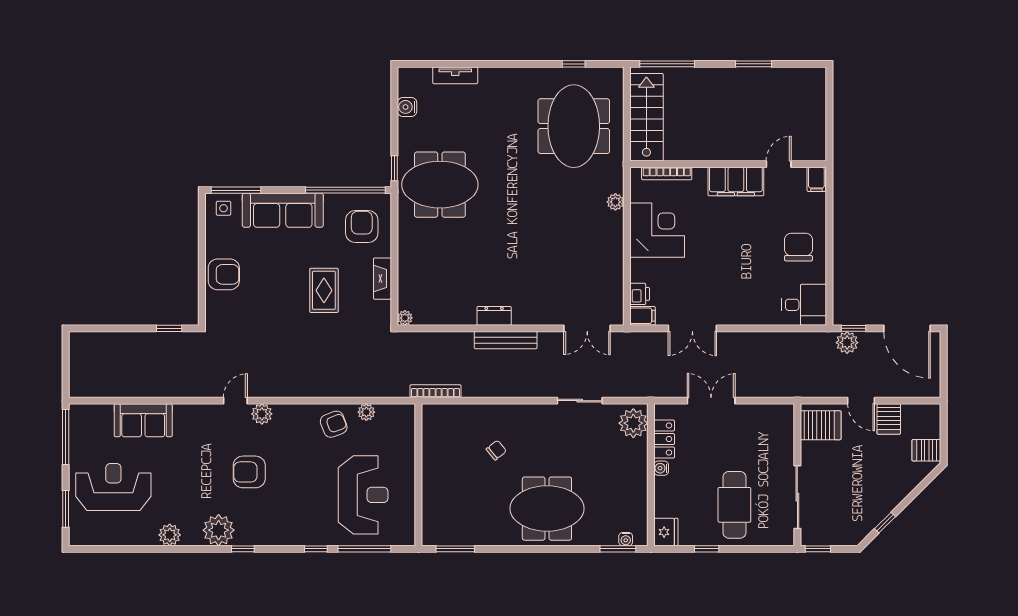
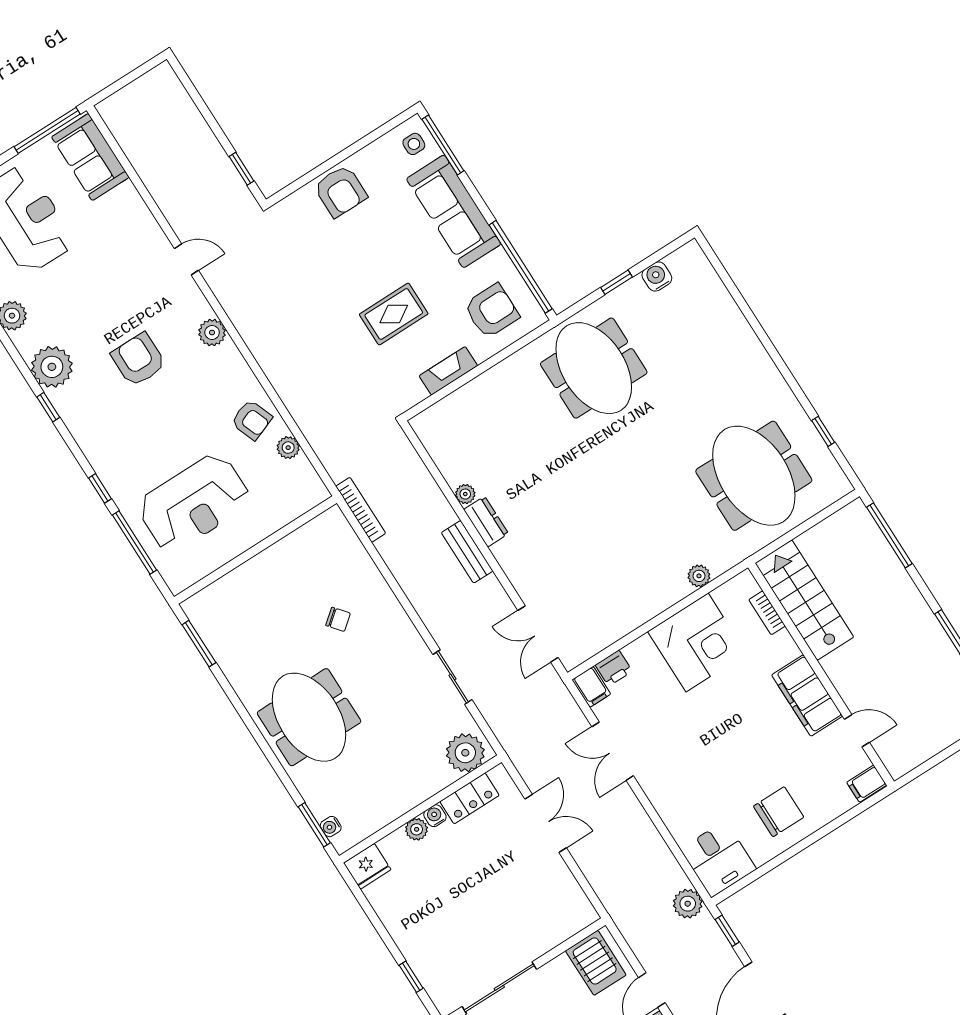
tv unit: (455, 75) -> (726, 308), removed
stairs: (646, 117) -> (804, 600), moved, turned -90
meeting table: (574, 126) -> (754, 476), turned 90
window: (394, 168) -> (617, 282), moved
bookcase: (667, 173) -> (767, 613), width x0.64
plant: (405, 318) -> (465, 494), moved
bench: (506, 340) -> (467, 552), width x0.73
plant: (847, 343) -> (688, 904), moved
door: (235, 401) -> (186, 259), moved
sofa: (143, 420) -> (90, 157), moved
plant: (662, 485) -> (417, 829), added
cafe table: (734, 505) -> (446, 923), removed
window: (707, 549) -> (411, 977), moved

